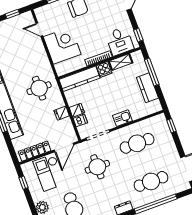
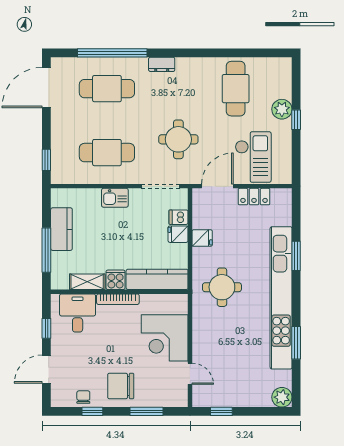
window: (138, 35) -> (46, 328), moved
locker: (35, 151) -> (254, 197), width x0.66
window: (24, 183) -> (296, 120), moved

